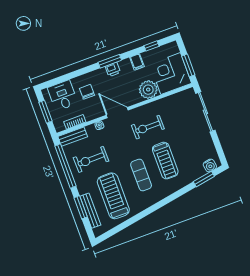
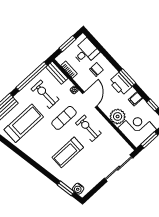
printer: (113, 69) -> (120, 84), width x1.87, depth x1.48
exercise mat: (141, 175) -> (64, 118), moved

